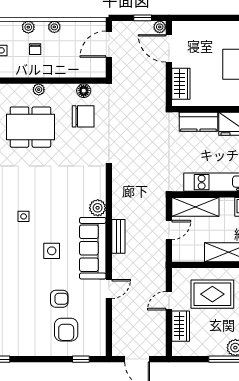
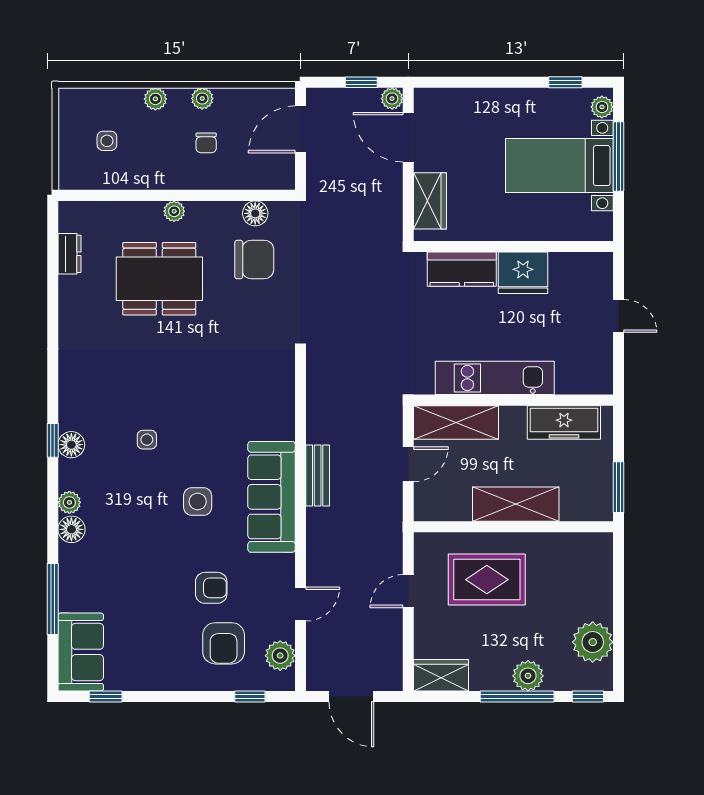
chair: (35, 49) -> (206, 143), moved
plant: (98, 208) -> (280, 656), moved
door: (109, 289) -> (301, 604), moved
wardrobe: (181, 326) -> (441, 675), moved, turned -90

